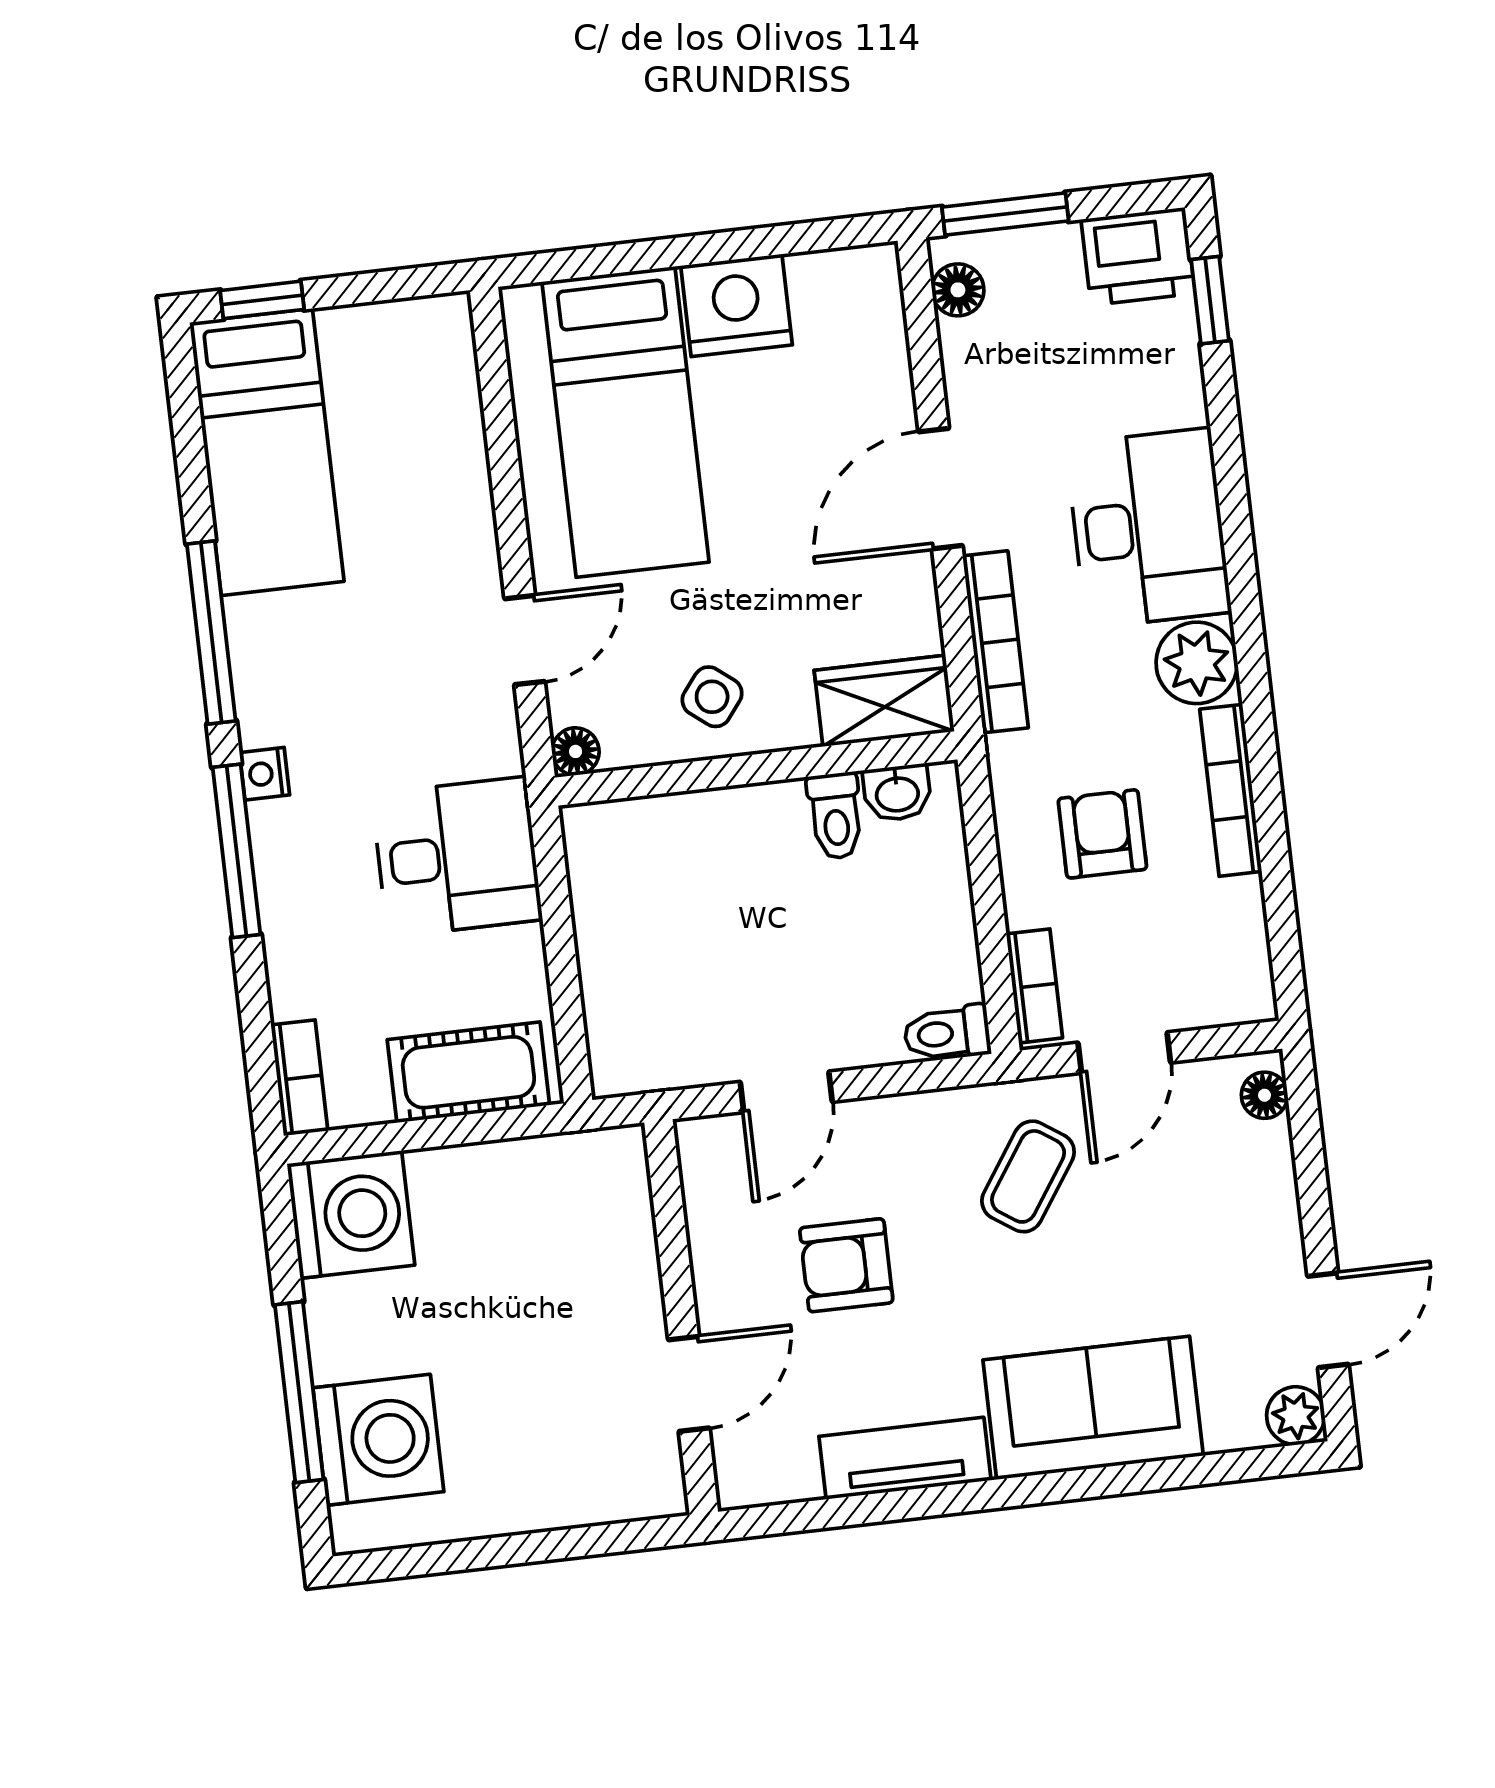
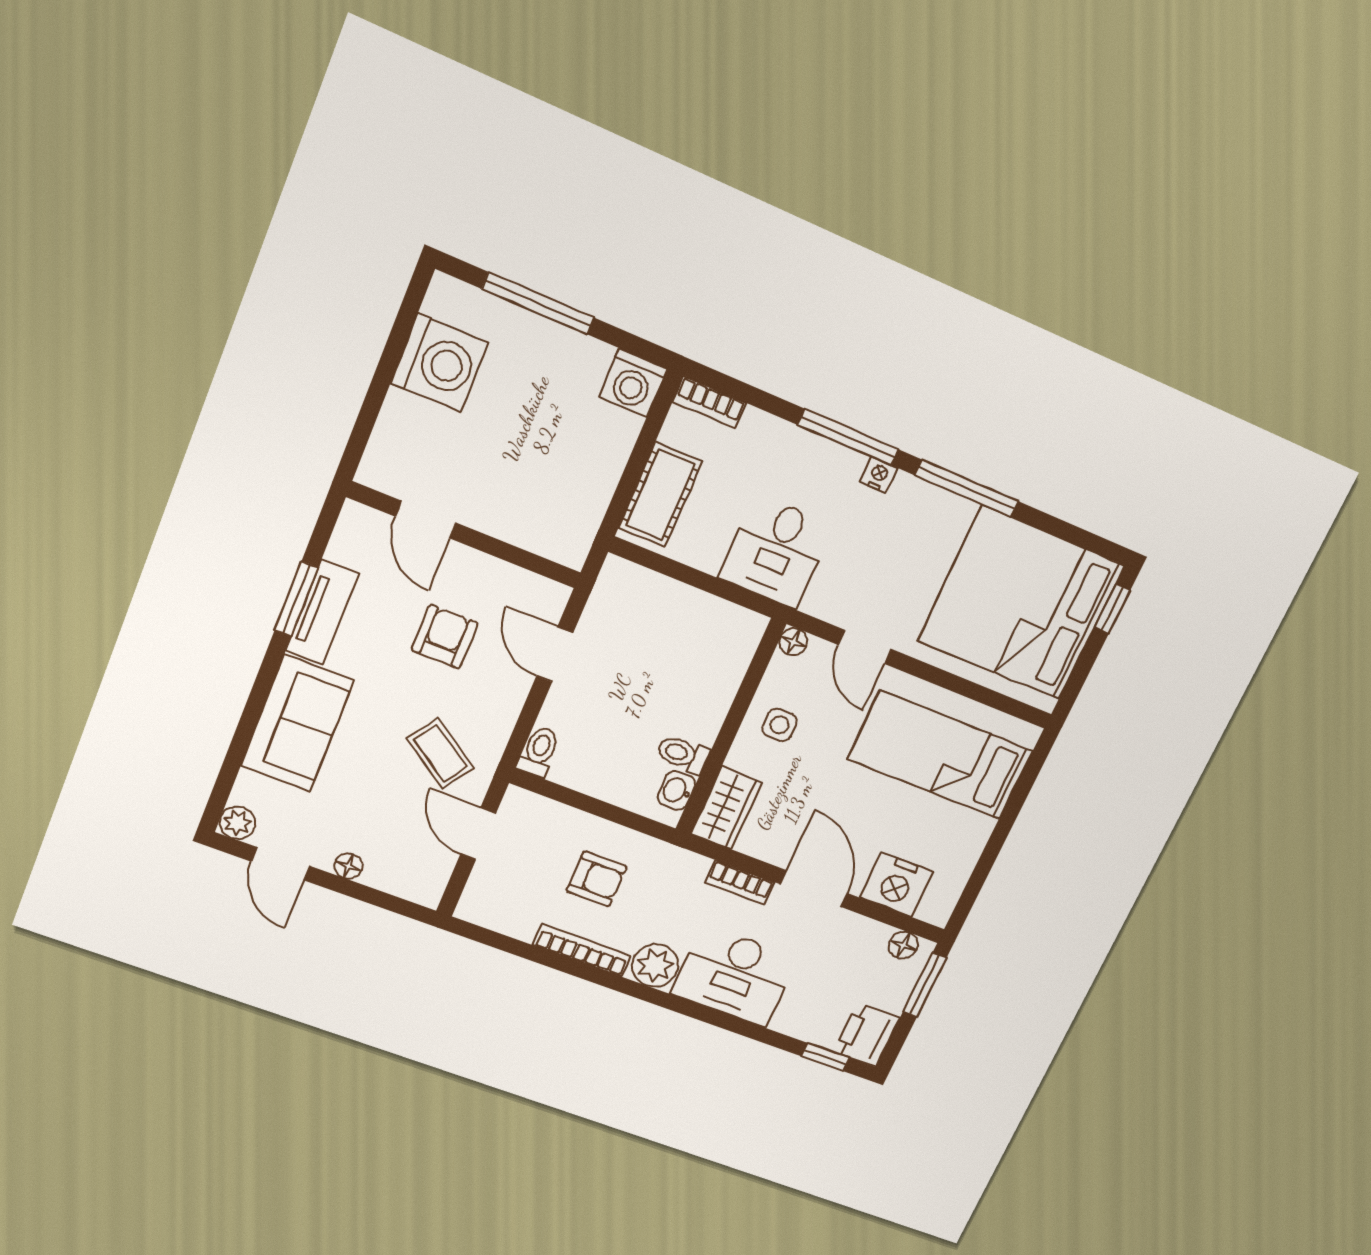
nightstand: (736, 305) -> (897, 885), moved, turned 90
bed: (267, 452) -> (1021, 603), width x2.04
bookcase: (995, 642) -> (740, 883), width x0.64
side table: (712, 697) -> (780, 725), turned -38
bookcase: (1034, 986) -> (538, 807), removed
floor lamp: (1264, 1095) -> (349, 866), moved
washing machine: (351, 1215) -> (633, 383), width x0.73, depth x0.73
washing machine: (378, 1440) -> (439, 363), moved, turned -90
window: (905, 1504) -> (296, 599), added

